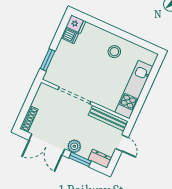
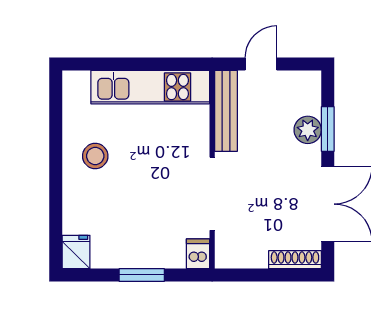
dishwasher: (70, 36) -> (198, 254), moved
window: (48, 60) -> (142, 275), moved
plant: (74, 146) -> (308, 130), moved
dresser: (100, 159) -> (309, 93), removed

